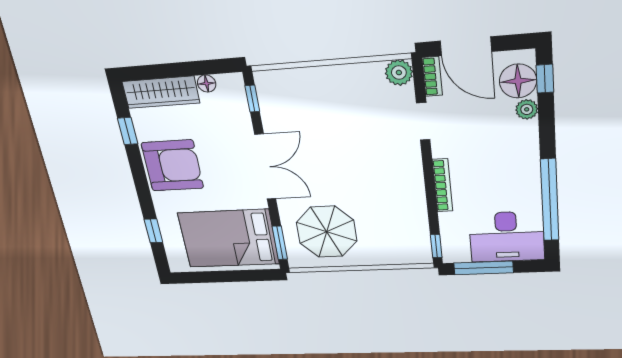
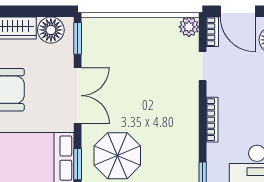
floor lamp: (207, 84) -> (51, 30), width x1.89, depth x1.89
window: (252, 99) -> (78, 38), width x1.50

